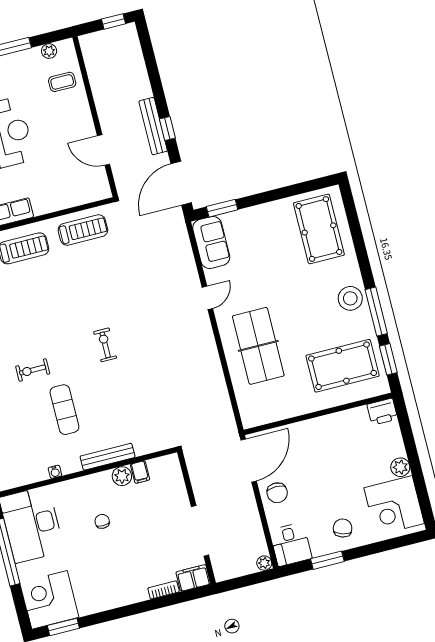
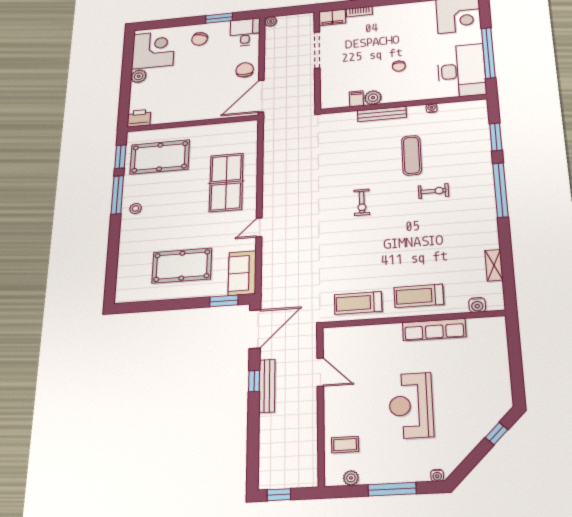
pool table: (319, 229) -> (182, 266), moved, turned 90
stool: (350, 298) -> (136, 208), width x0.53, depth x0.53

